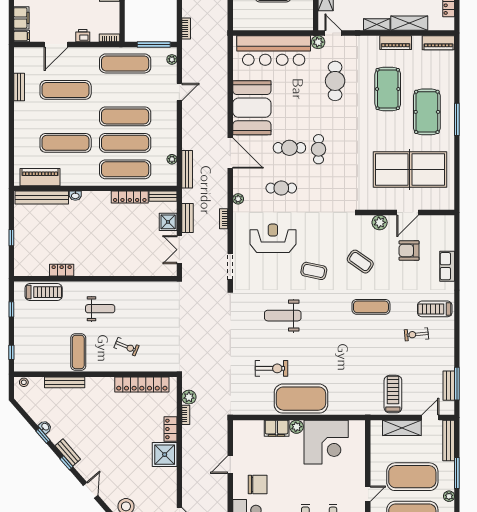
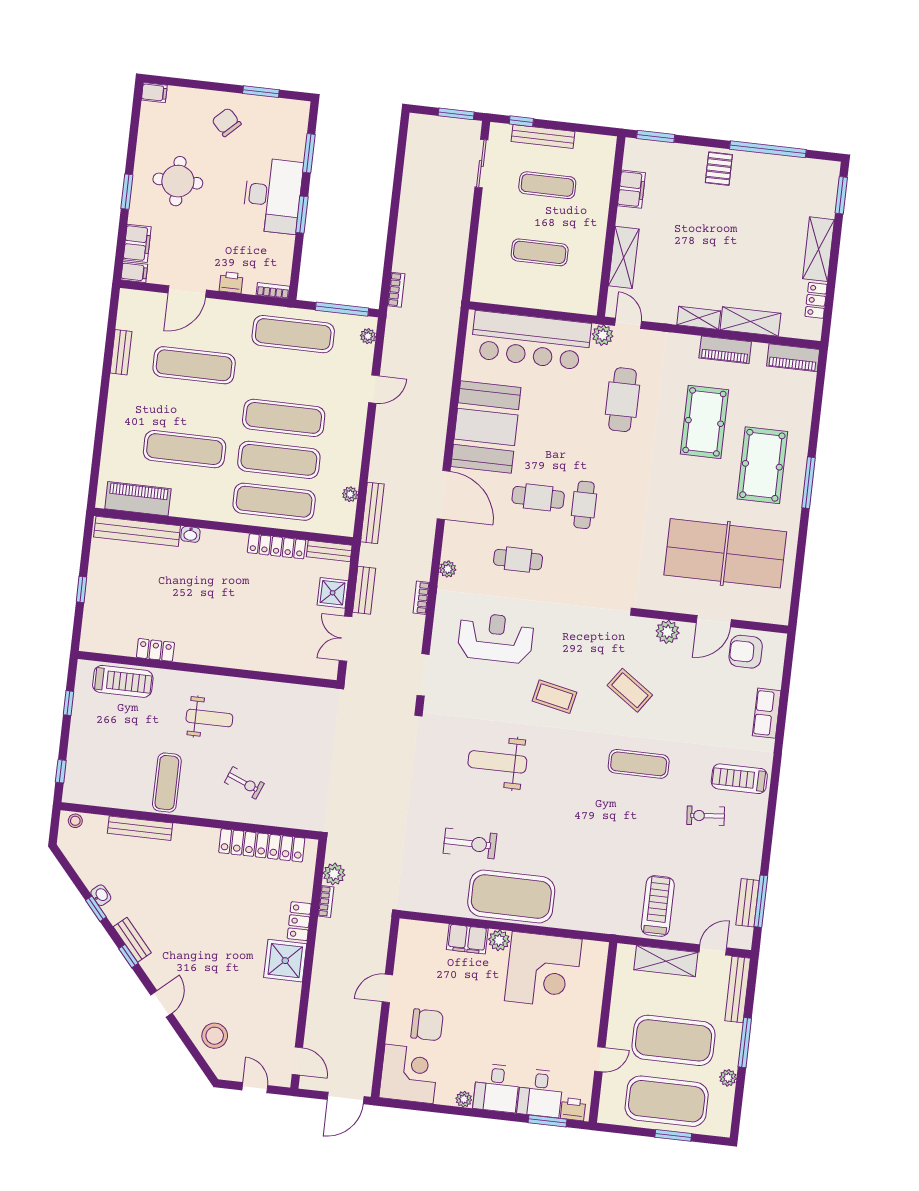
armchair: (409, 251) -> (746, 652), moved

